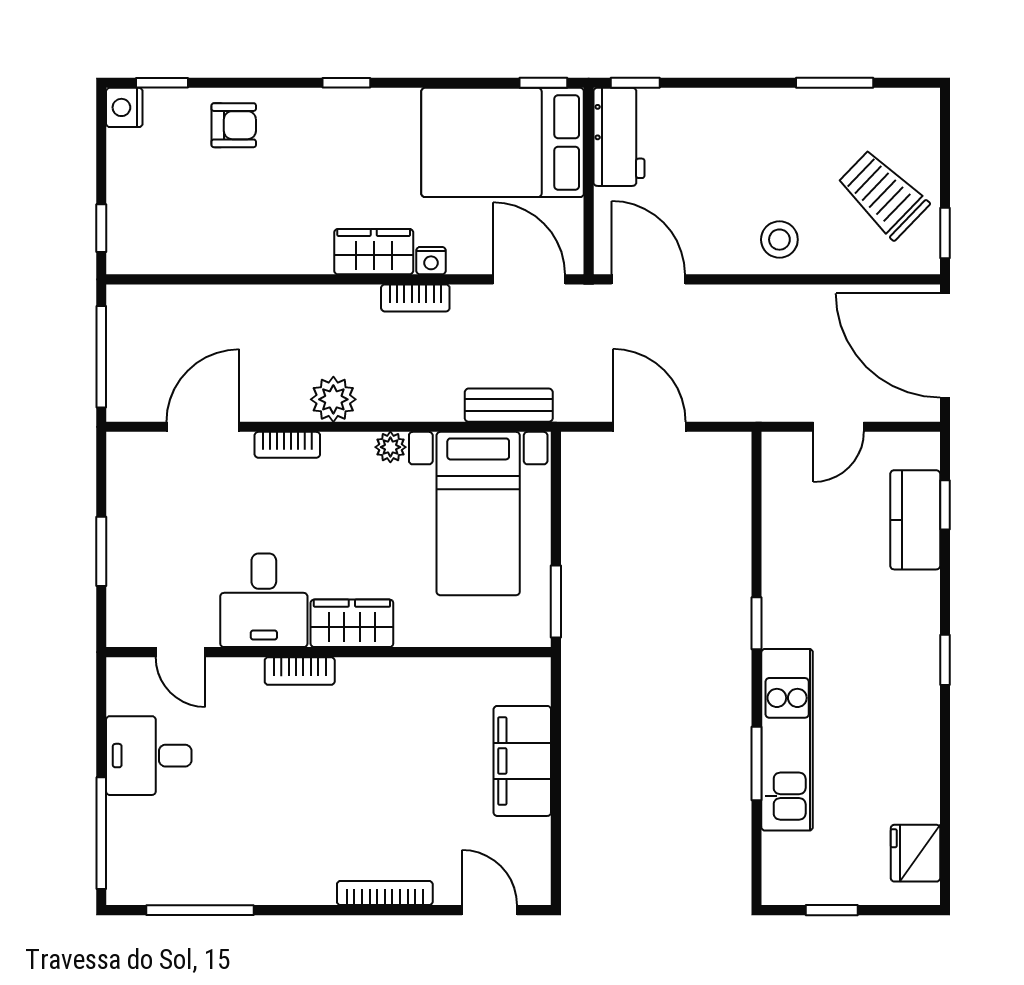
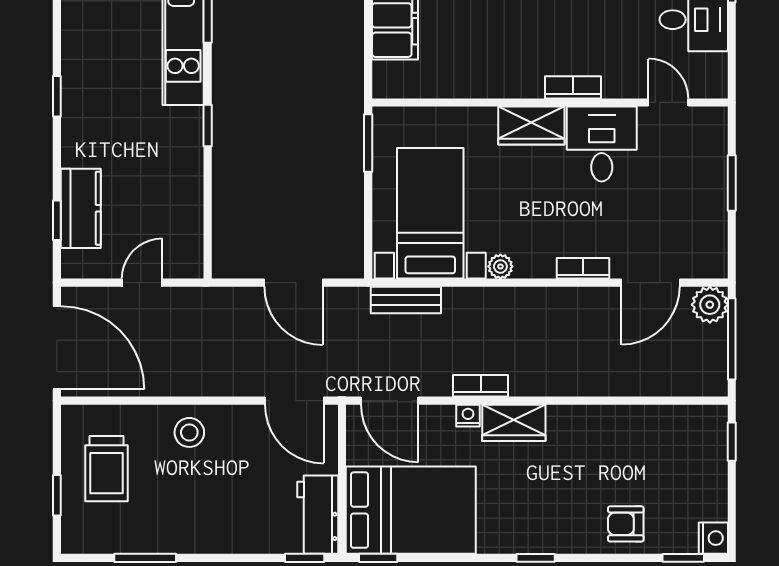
trolley: (883, 194) -> (107, 469), turned 46
window: (945, 233) -> (57, 495), moved
plant: (333, 399) -> (710, 305), moved

